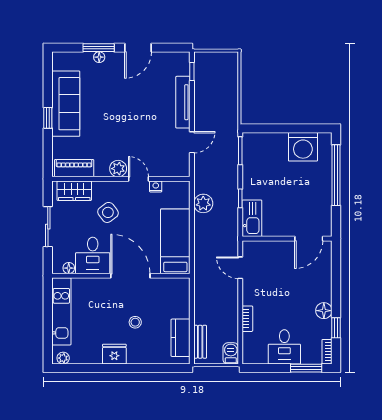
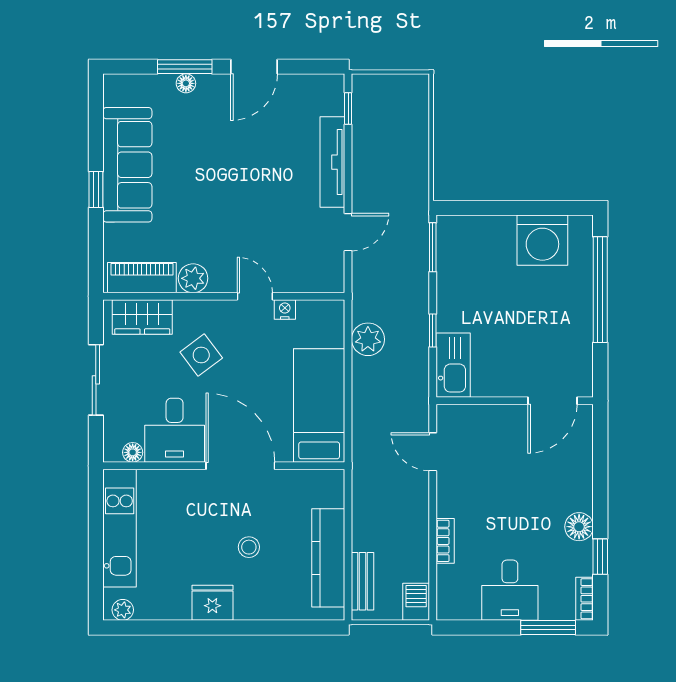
plant: (118, 169) -> (193, 278), moved
kitchen counter: (181, 338) -> (328, 558), width x1.50

